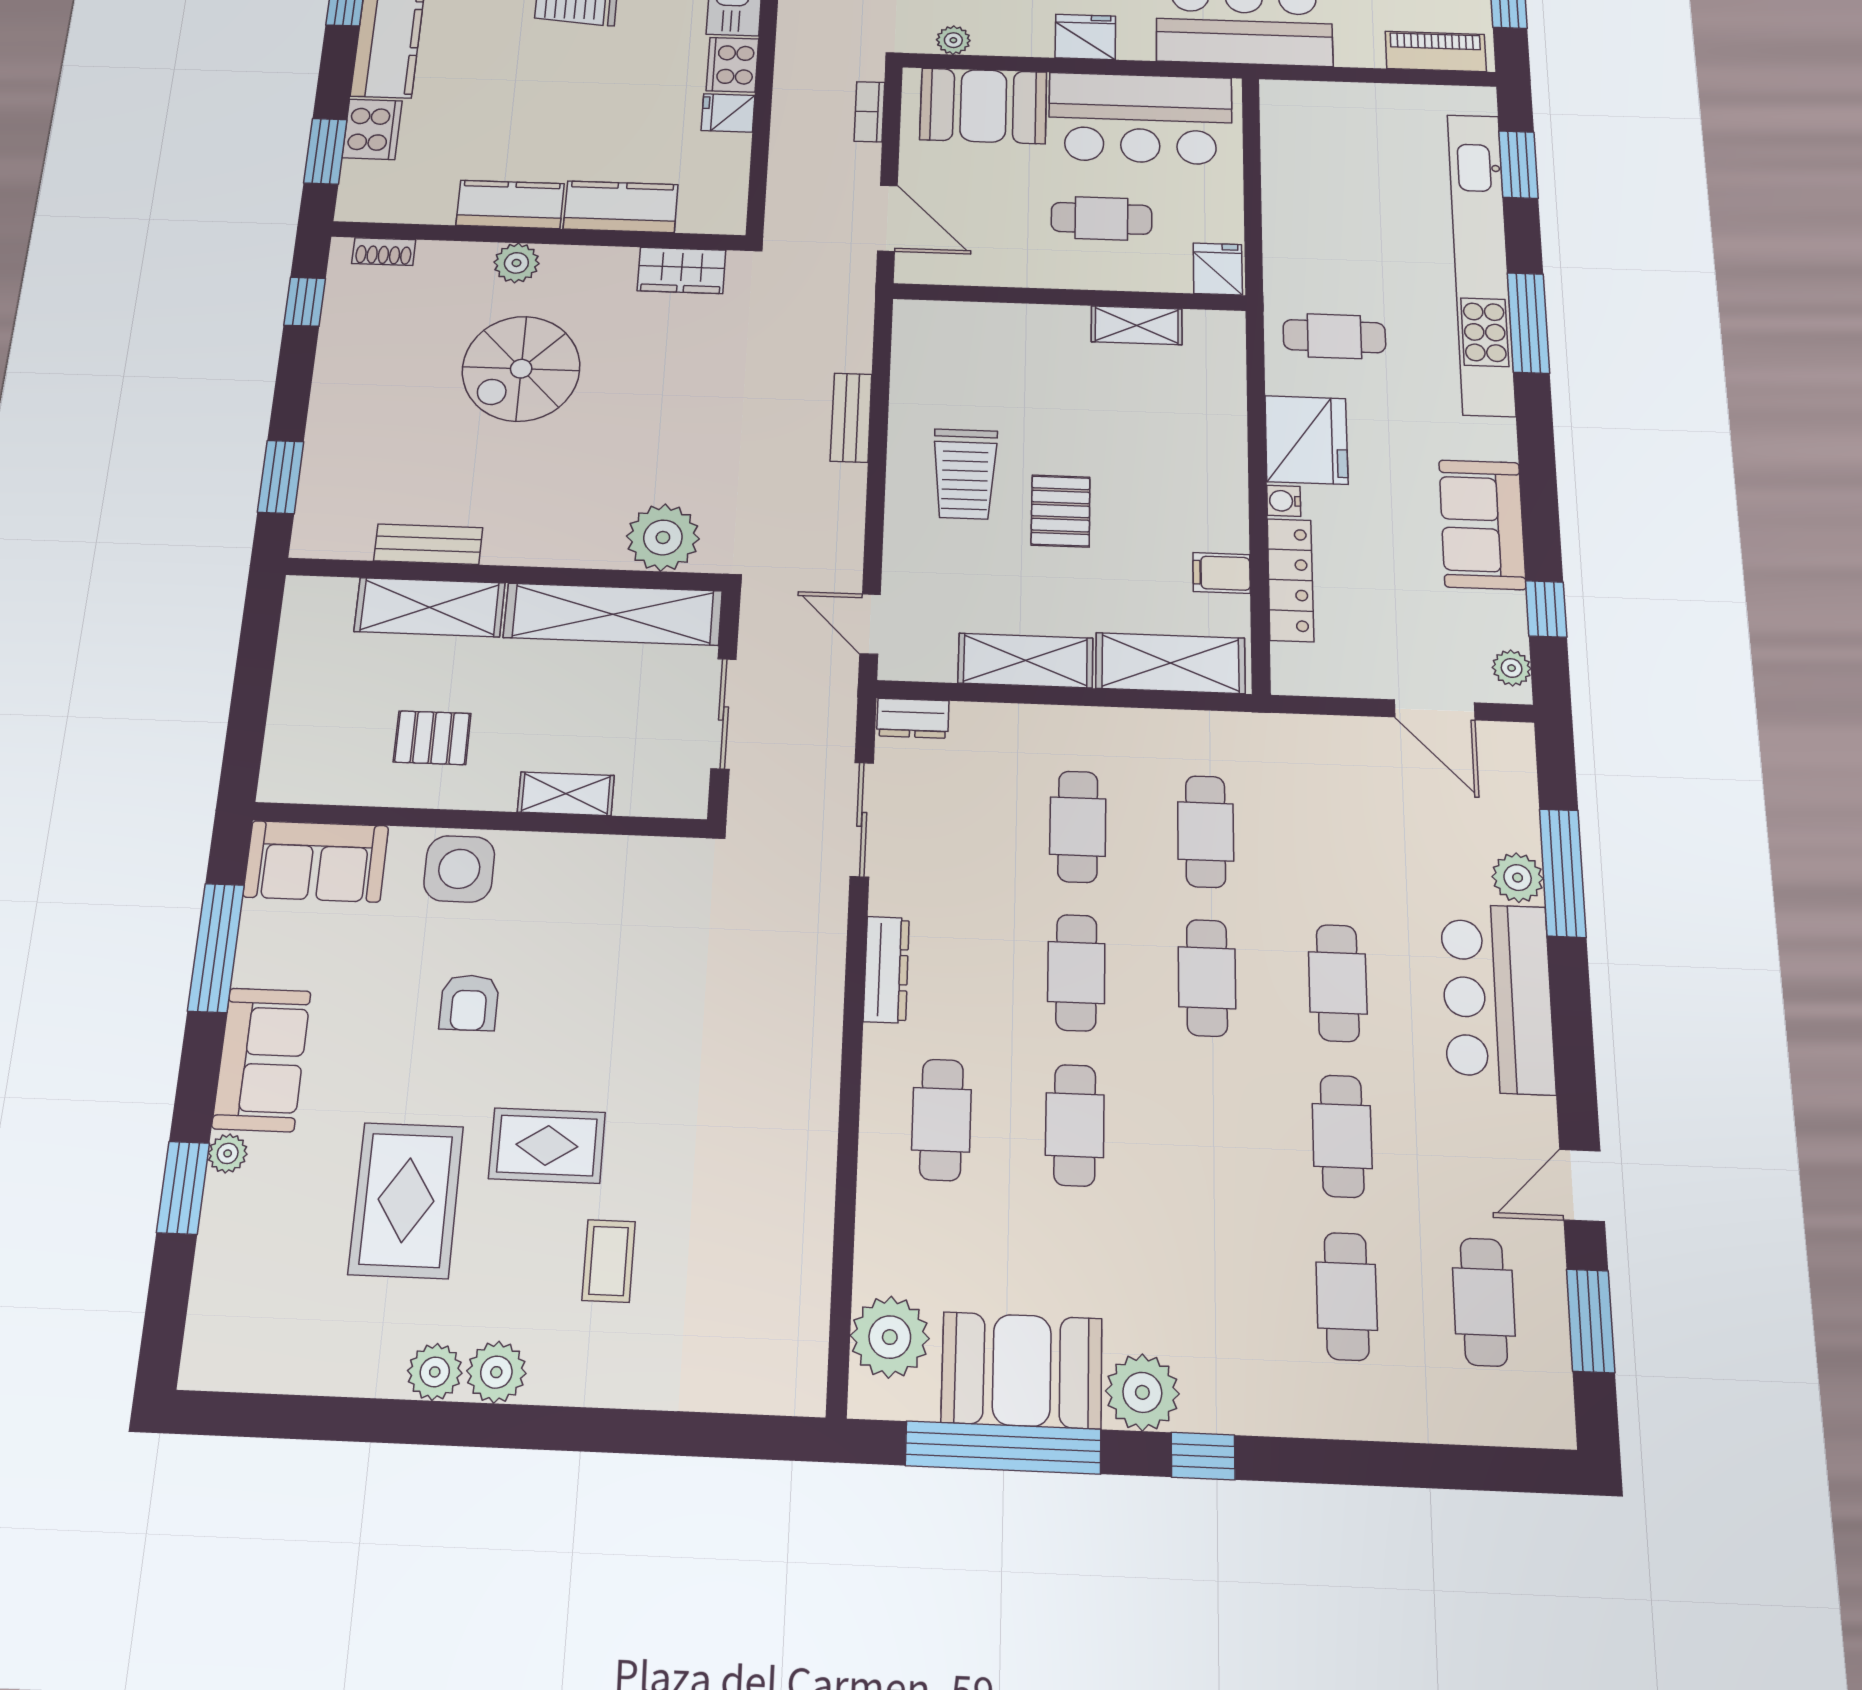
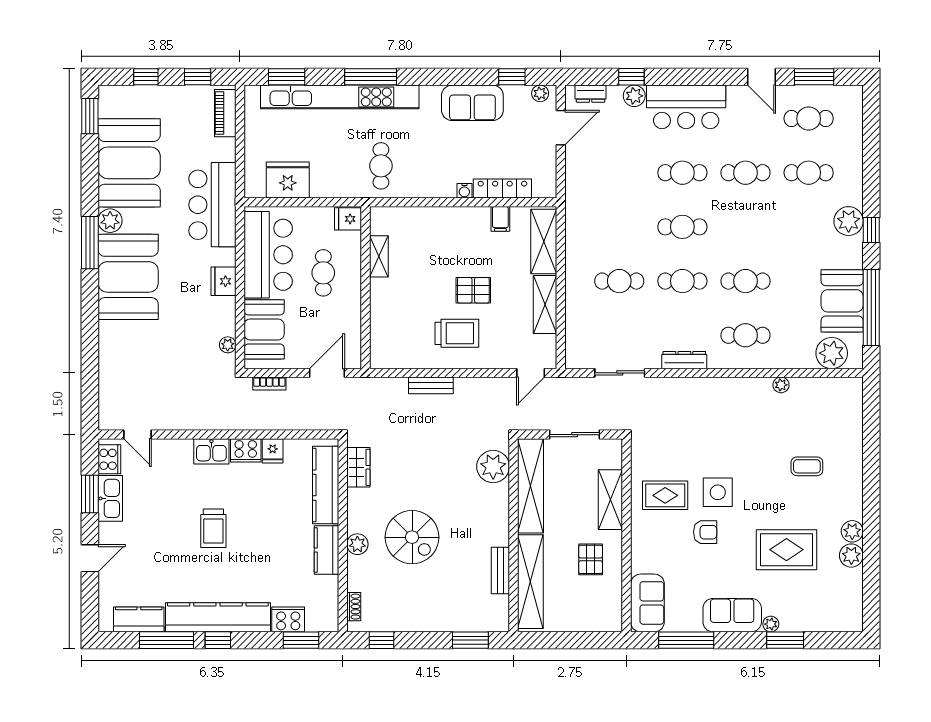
kitchen counter: (621, 207) -> (326, 485), width x1.50
fridge: (1306, 440) -> (288, 180), moved
shelving: (430, 607) -> (530, 582), width x1.47
dresser: (913, 718) -> (591, 94), moved, turned 90
shelving: (566, 794) -> (610, 500), width x1.50, depth x1.33
cafe table: (1206, 831) -> (619, 227), removed
side table: (459, 869) -> (718, 492), moved
window: (1563, 873) -> (631, 77), width x0.46
rug: (547, 1145) -> (665, 495), moved, turned 90
plant: (815, 1203) -> (781, 385), added
plant: (496, 1372) -> (851, 556), moved
plant: (1142, 1392) -> (849, 221), moved

